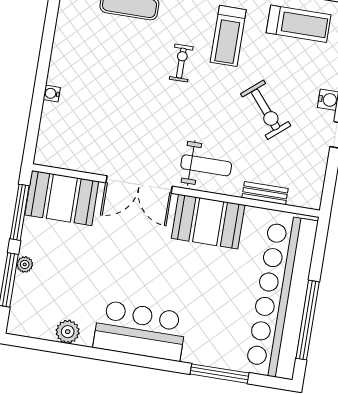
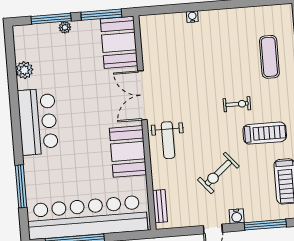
treadmill: (228, 36) -> (265, 133), turned 180
bench: (265, 193) -> (160, 206), moved

